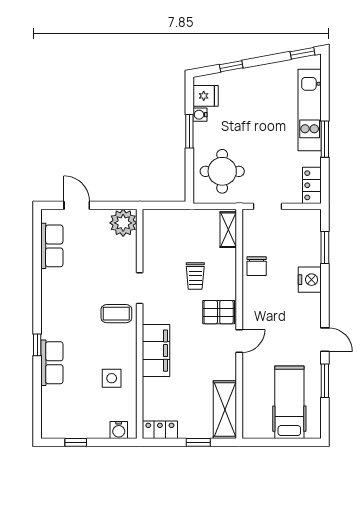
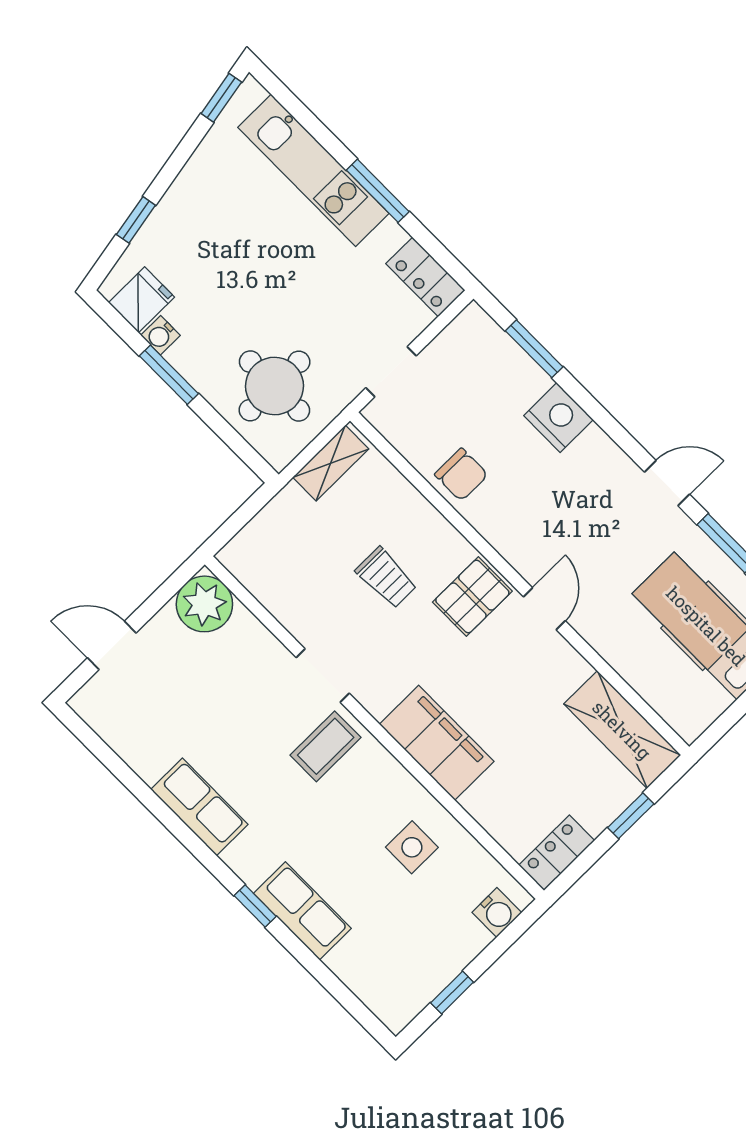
shelving: (228, 230) -> (331, 463), moved, turned 90
row of seats: (52, 246) -> (199, 807), moved

